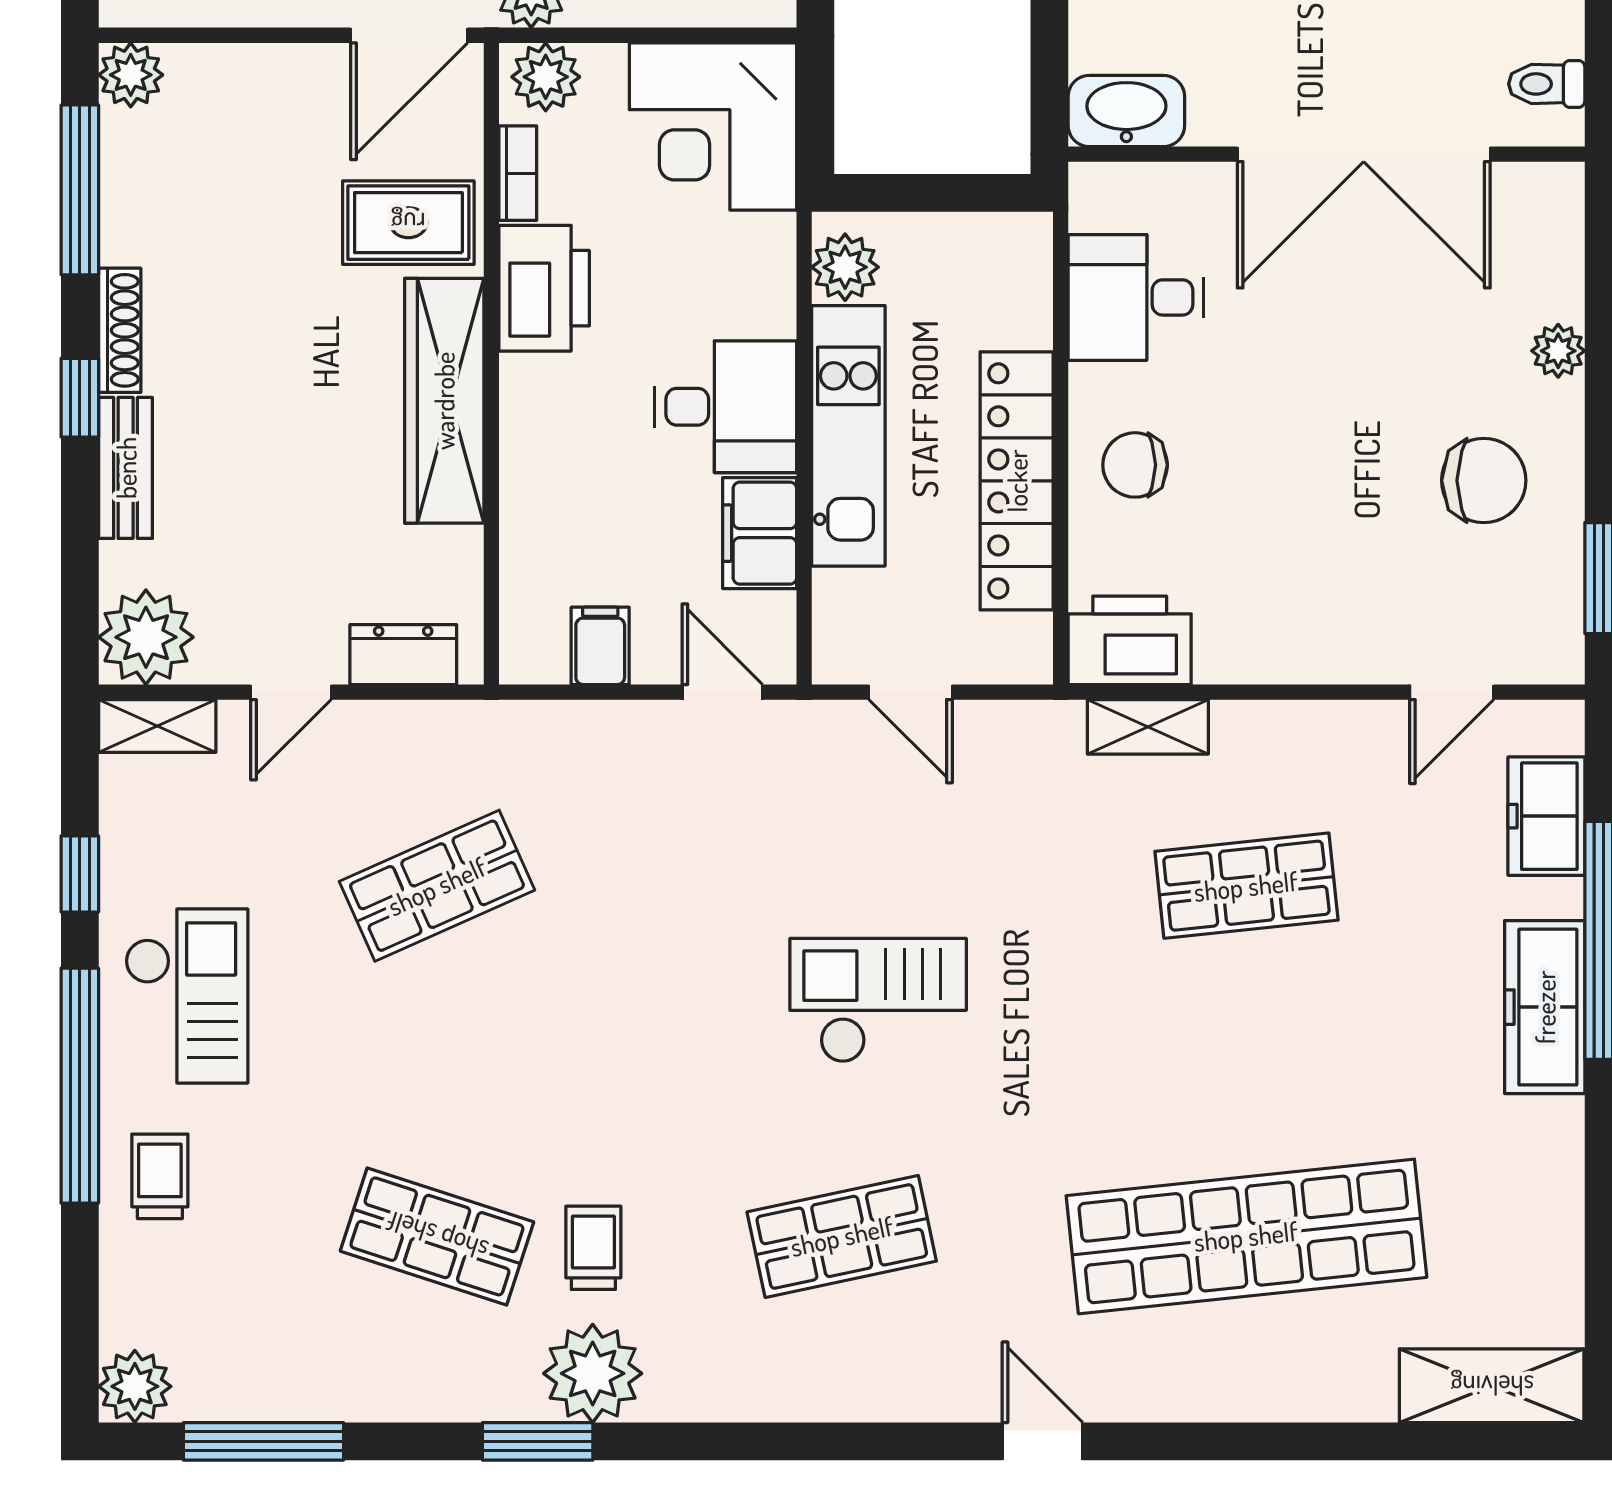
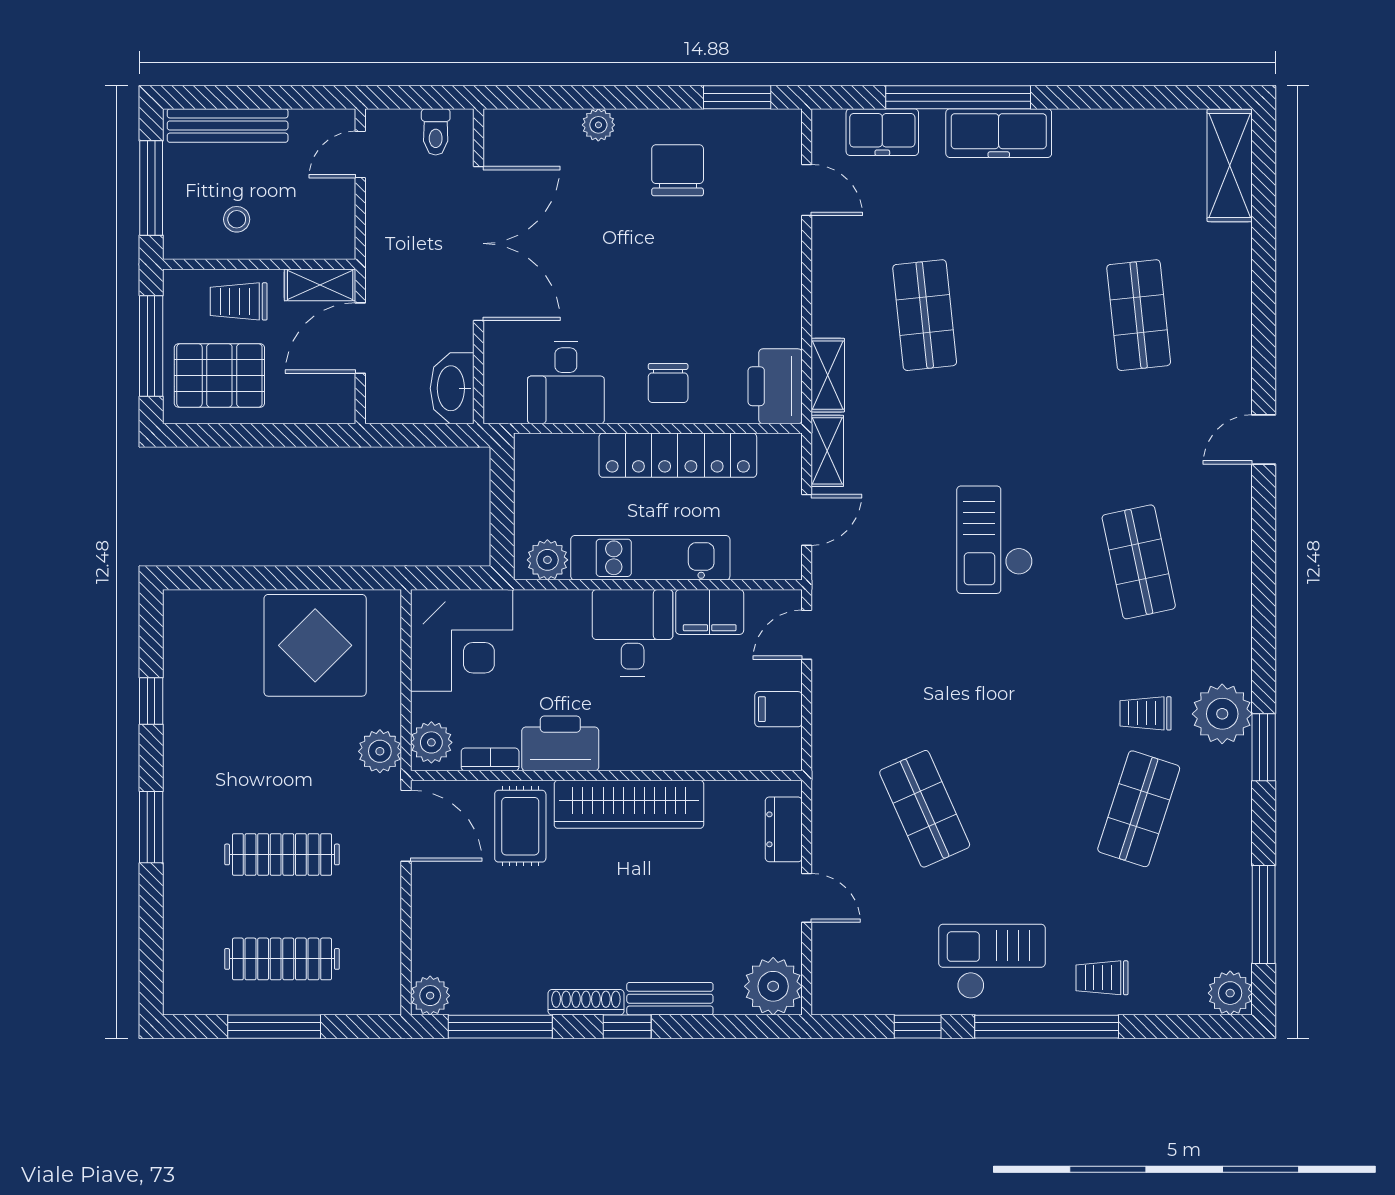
shelving: (157, 726) -> (827, 451), moved
shop shelf: (1246, 1236) -> (1139, 315), width x0.50, depth x0.74

